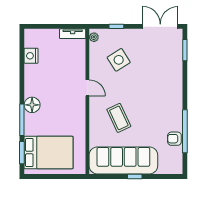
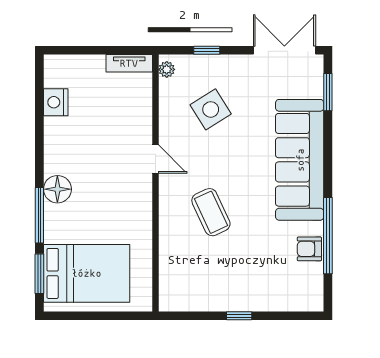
sofa: (123, 160) -> (300, 160), moved, turned -90

